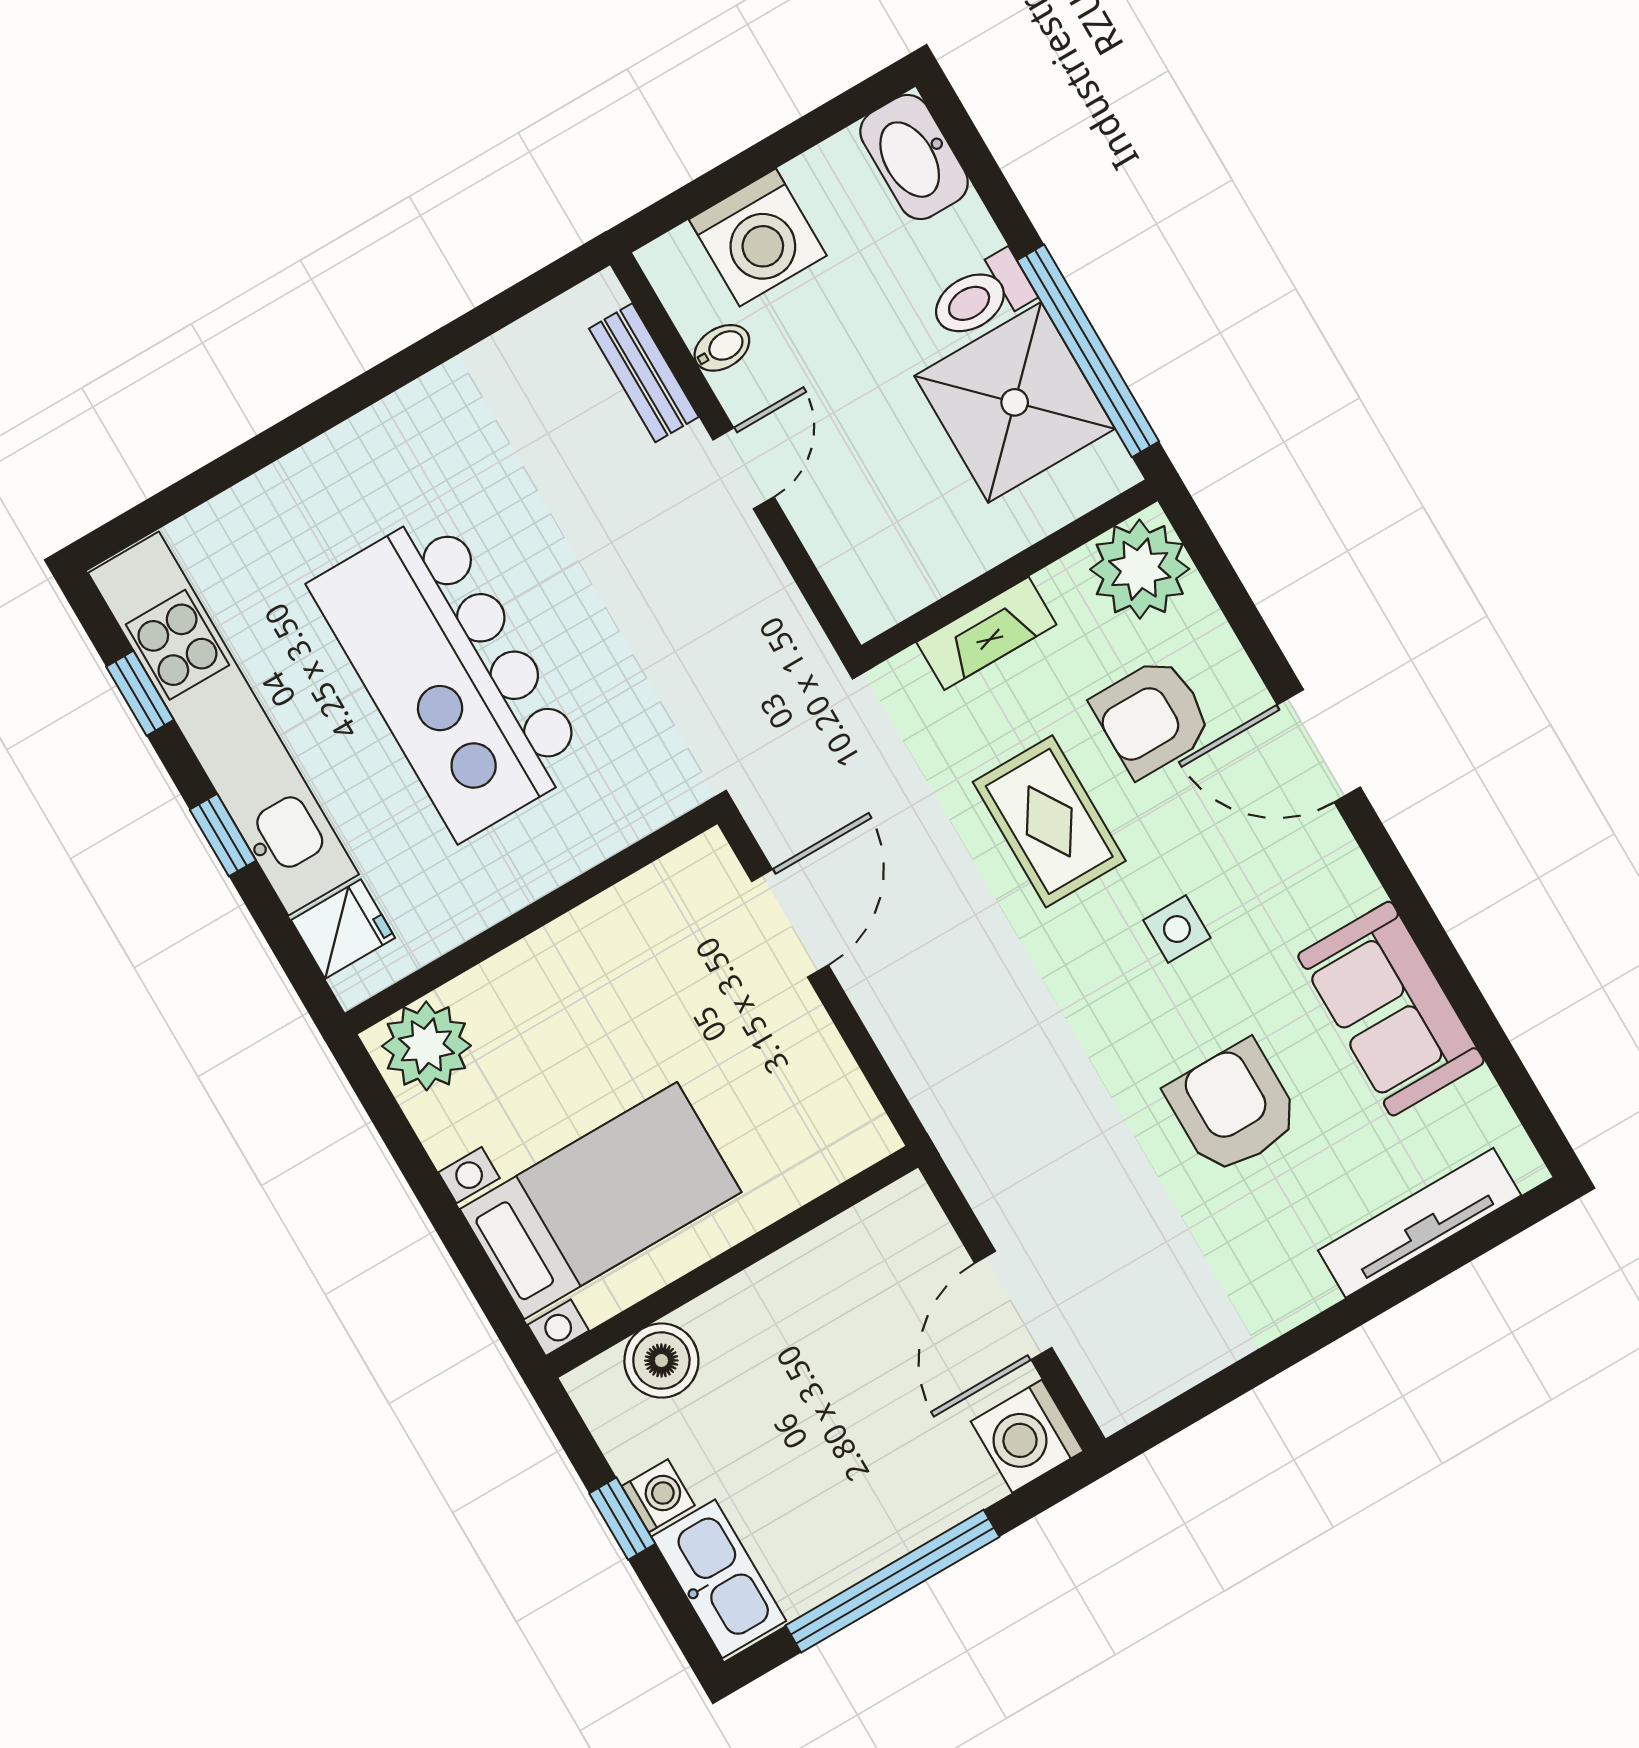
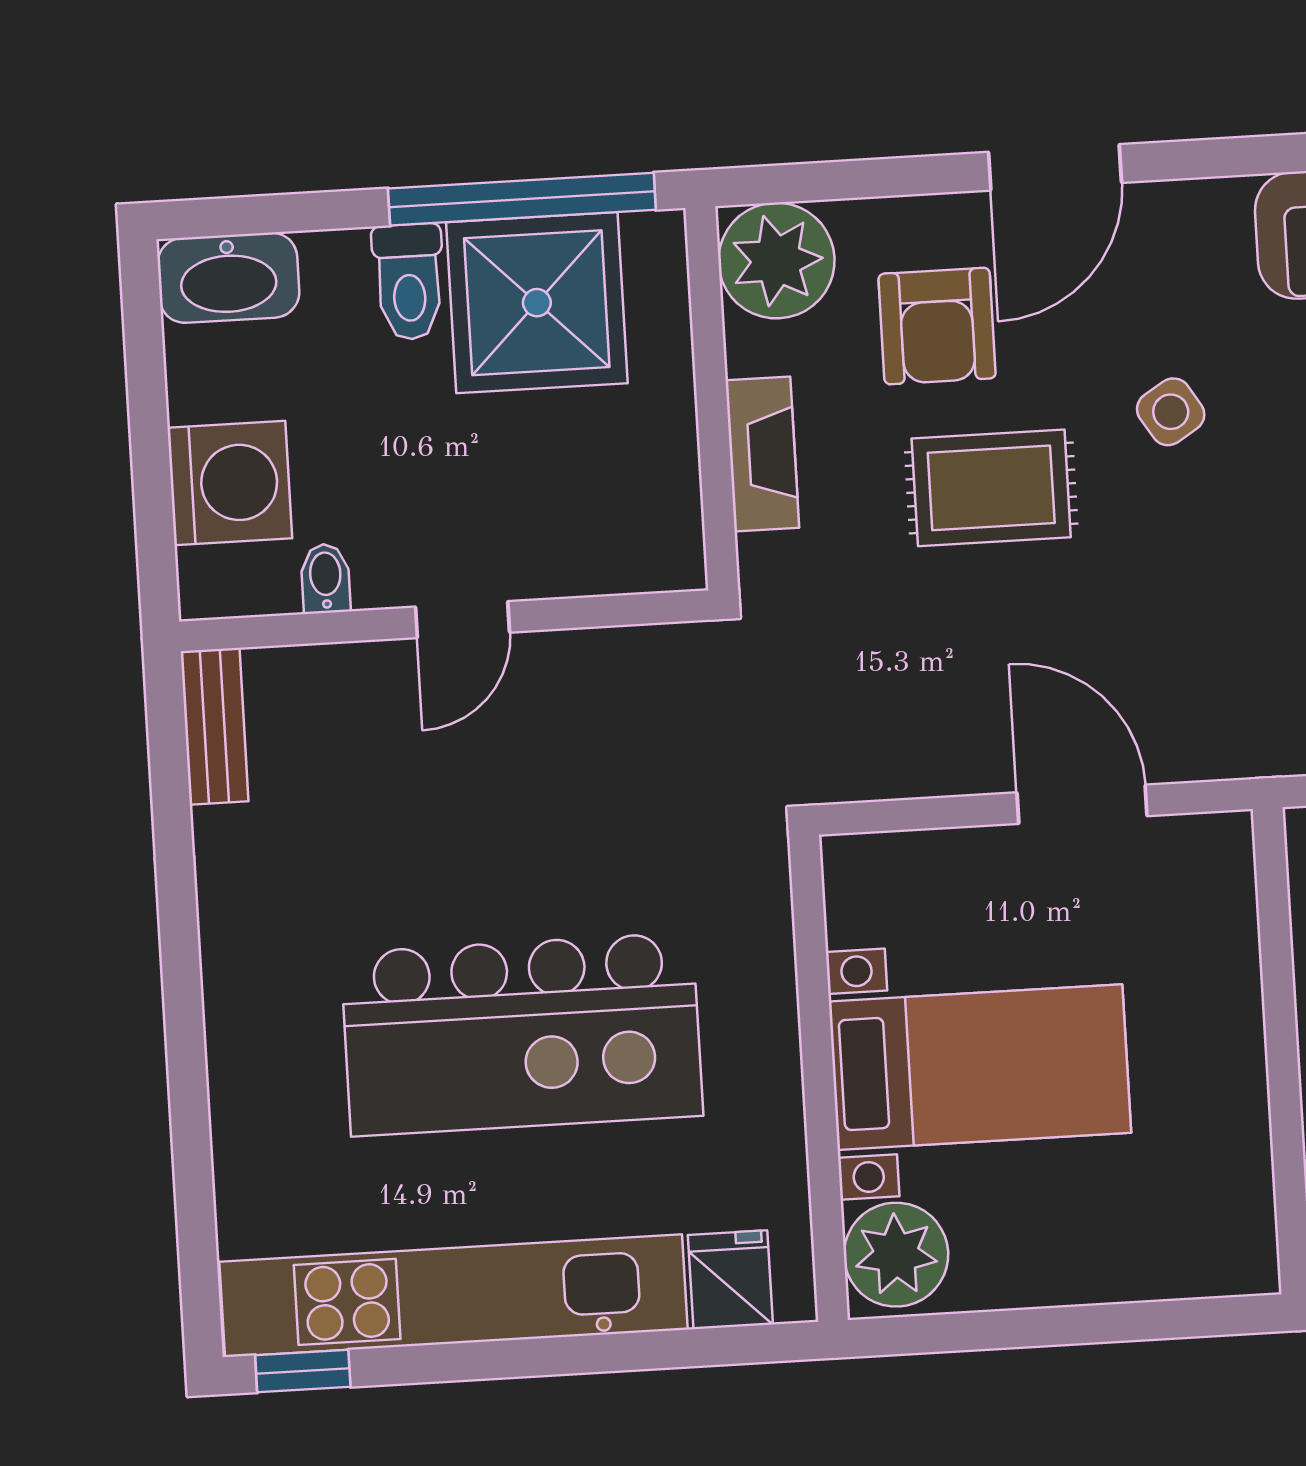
bench: (644, 373) -> (214, 726), moved, turned 90
door: (744, 468) -> (462, 620), swing flipped
window: (140, 693) -> (303, 1371), moved
window: (223, 835) -> (569, 1355), removed
door: (790, 923) -> (1082, 804), moved
side table: (1177, 929) -> (1171, 412), turned -32
bed with nightstands: (601, 1201) -> (980, 1067), moved, turned 90

